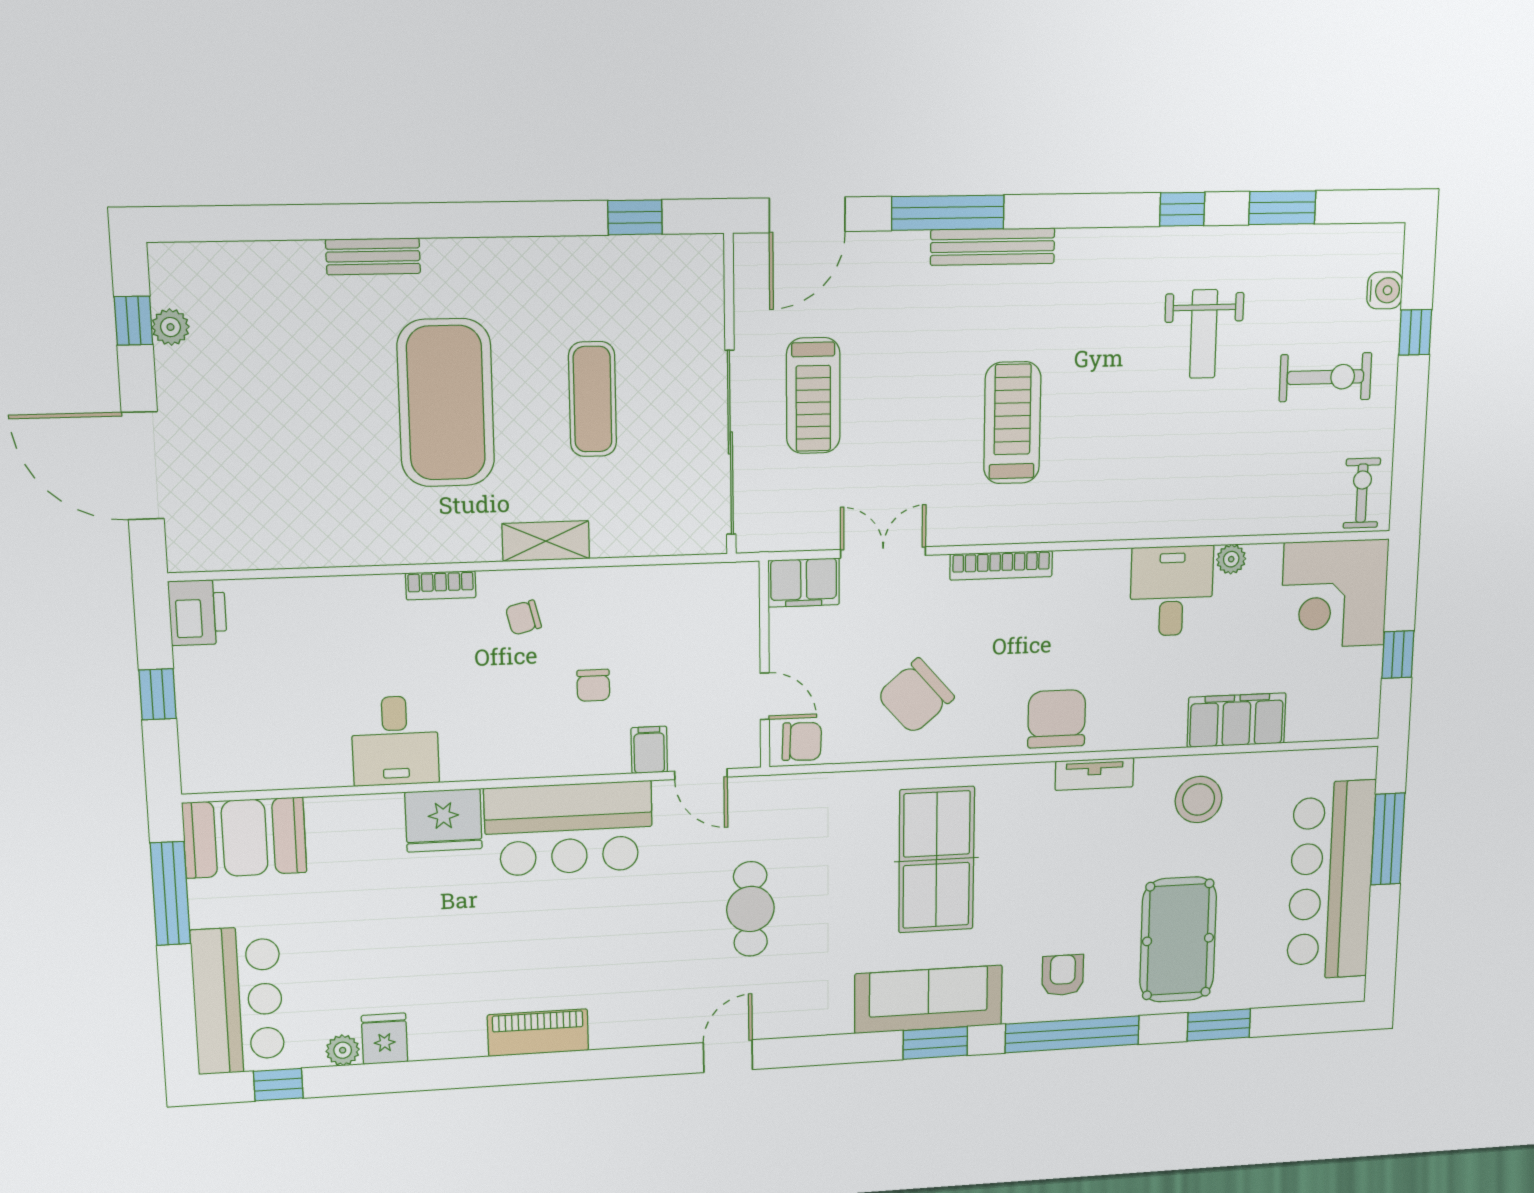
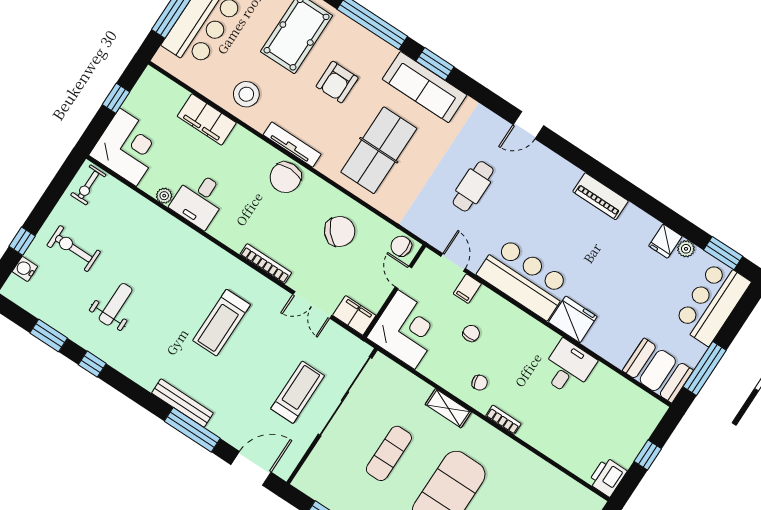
corner desk: (703, 619) -> (406, 330), added
tv unit: (1094, 774) -> (292, 145), width x1.41
armchair: (1063, 975) -> (337, 82), moved, width x1.38, depth x1.38
window: (278, 1085) -> (723, 253), width x1.50

